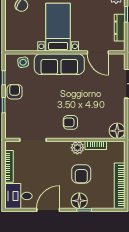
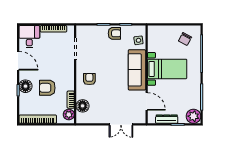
door: (98, 52) -> (147, 101), swing flipped
floor lamp: (117, 131) -> (83, 106), moved
plant: (77, 148) -> (69, 114), moved

